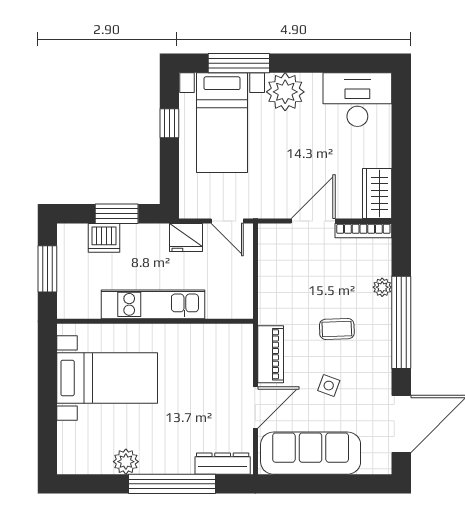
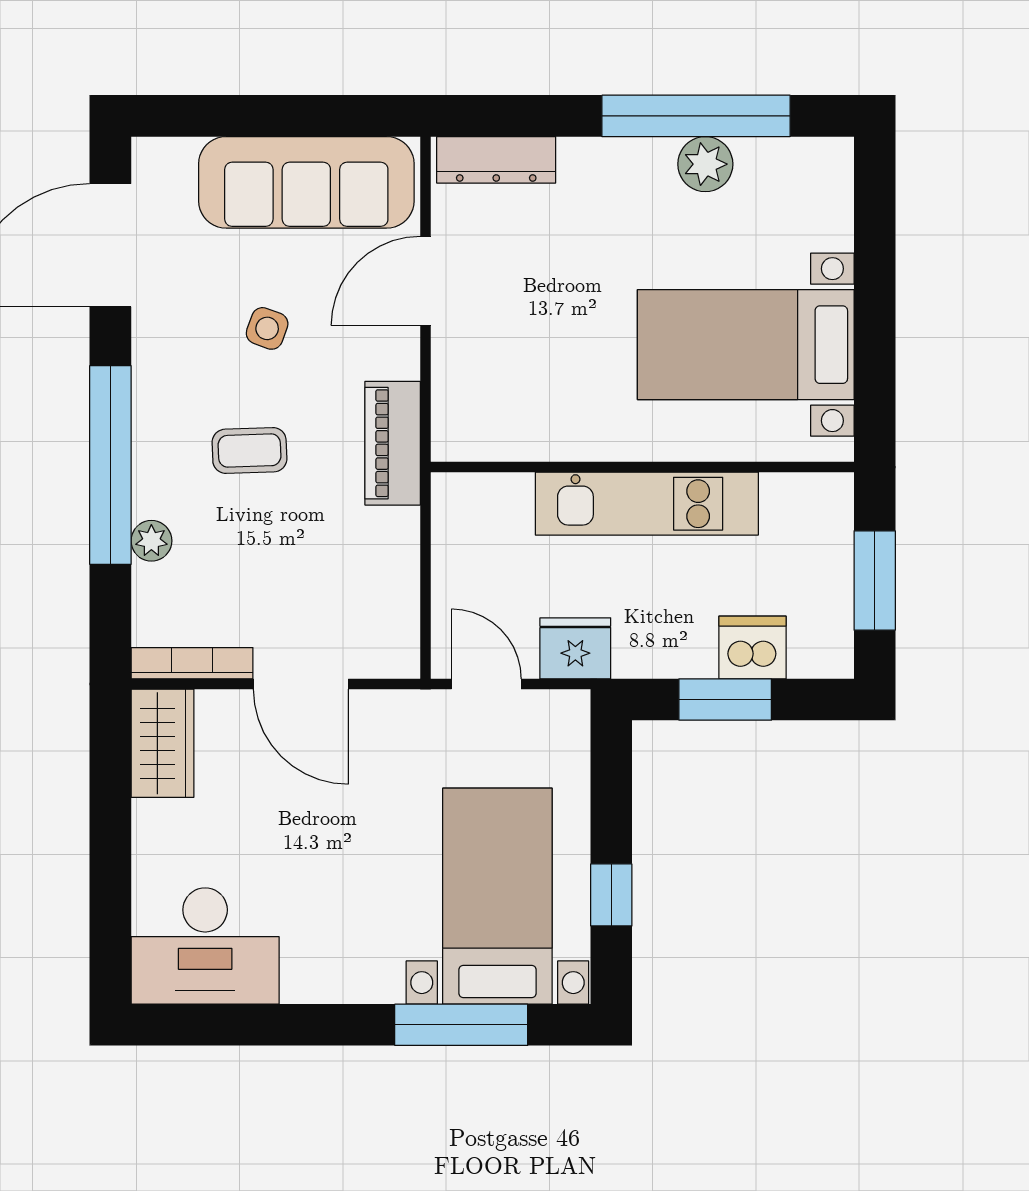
plant: (285, 92) -> (361, 963), removed
door: (313, 221) -> (301, 684), hinge flipped
piano: (271, 354) -> (393, 443), moved
window: (172, 484) -> (696, 116), moved

